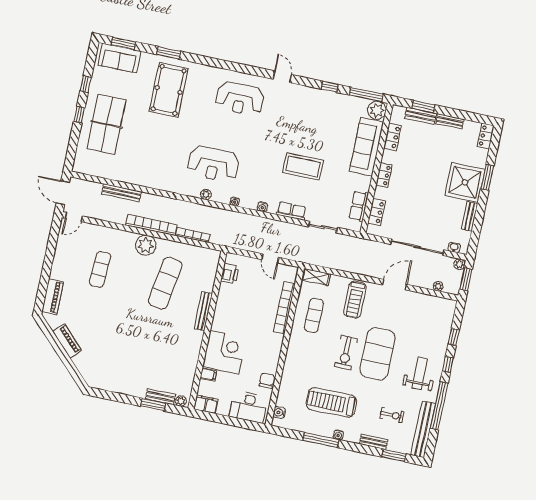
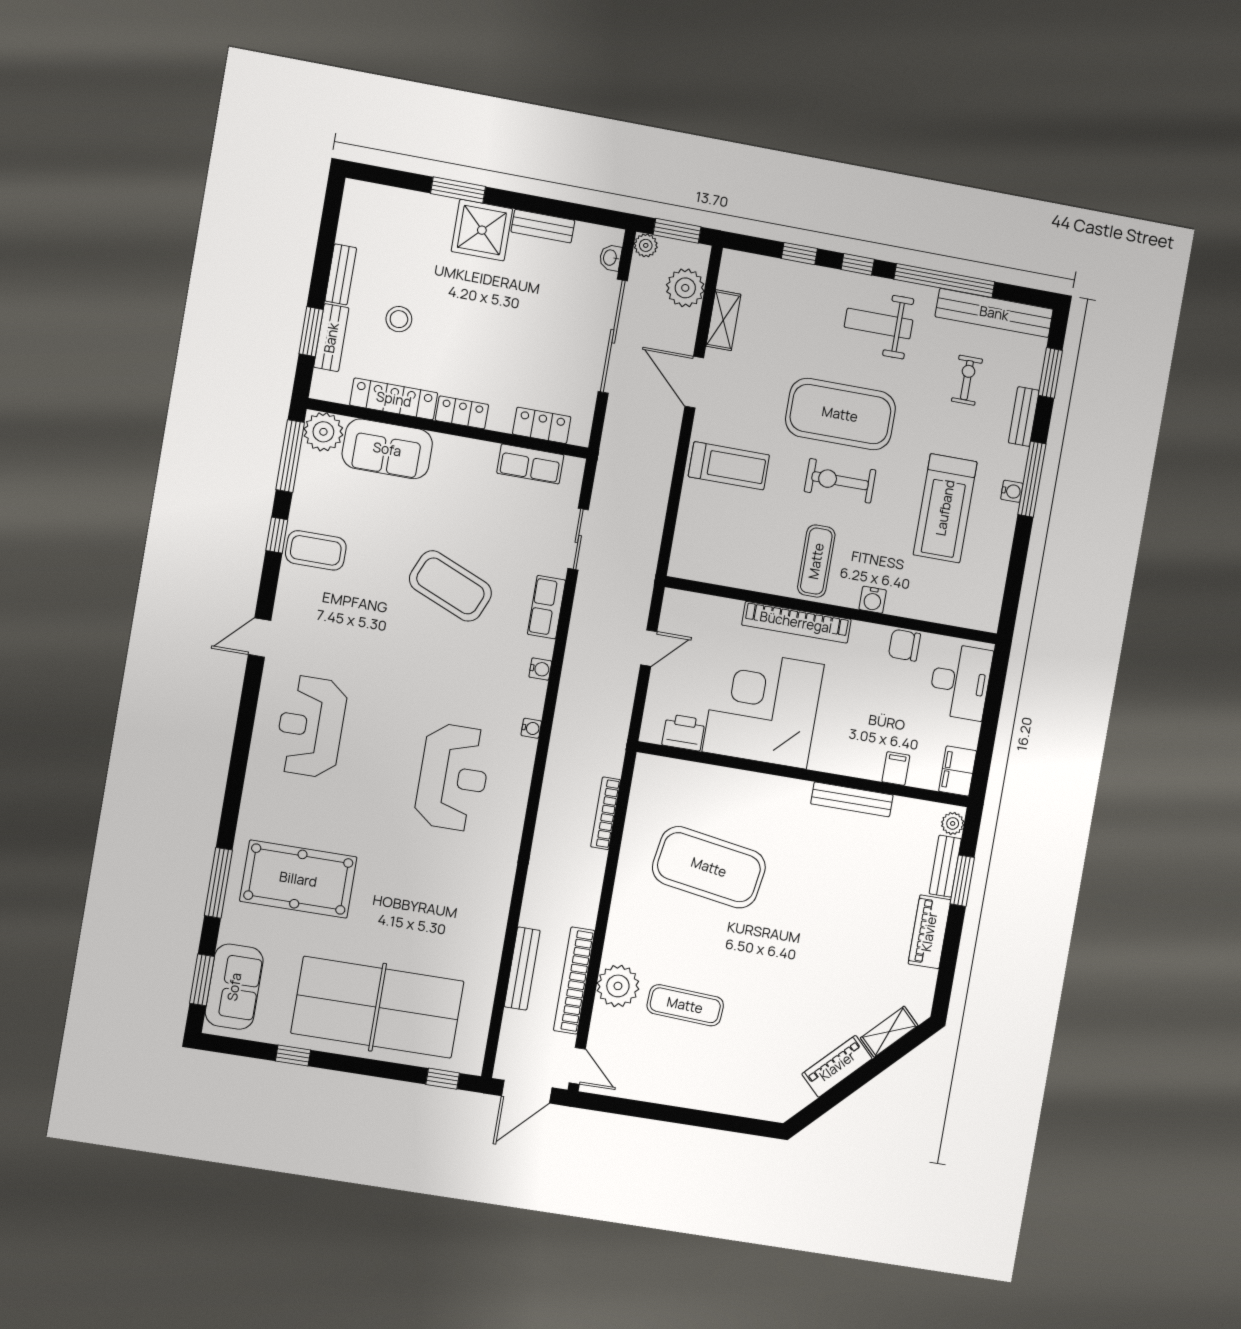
window: (169, 53) -> (218, 883), width x1.44
reception desk: (240, 99) -> (311, 727), turned 180
coffee table: (322, 104) -> (316, 550), added
window: (79, 115) -> (443, 1079), moved
table tennis table: (106, 124) -> (377, 1007), width x1.36, depth x1.32
locker: (486, 136) -> (369, 196), removed
locker: (393, 137) -> (394, 399), width x1.53
sofa: (367, 147) -> (387, 449), width x0.73
stool: (428, 147) -> (399, 319), added
coffee table: (303, 166) -> (450, 586), turned -67
shower: (465, 182) -> (482, 230), width x0.73, depth x0.73
plant: (206, 194) -> (519, 790), removed
bookcase: (151, 225) -> (574, 981), moved
plant: (146, 245) -> (618, 986), moved
shelving: (316, 277) -> (723, 320), moved
exercise mat: (165, 283) -> (709, 867), width x1.47
plant: (438, 286) -> (685, 288), width x1.87, depth x1.87
piano: (53, 297) -> (929, 932), moved, turned -90
bookcase: (284, 308) -> (796, 622), moved
bench: (203, 311) -> (852, 799), moved
exercise mat: (314, 315) -> (816, 561), moved, turned 90
corner desk: (224, 352) -> (763, 708), moved, width x1.36, depth x1.36
exercise bike: (346, 352) -> (840, 481), turned 180
shelving: (82, 367) -> (889, 1032), added
water cooler: (279, 413) -> (873, 600), moved
window: (321, 440) -> (1032, 479), moved

